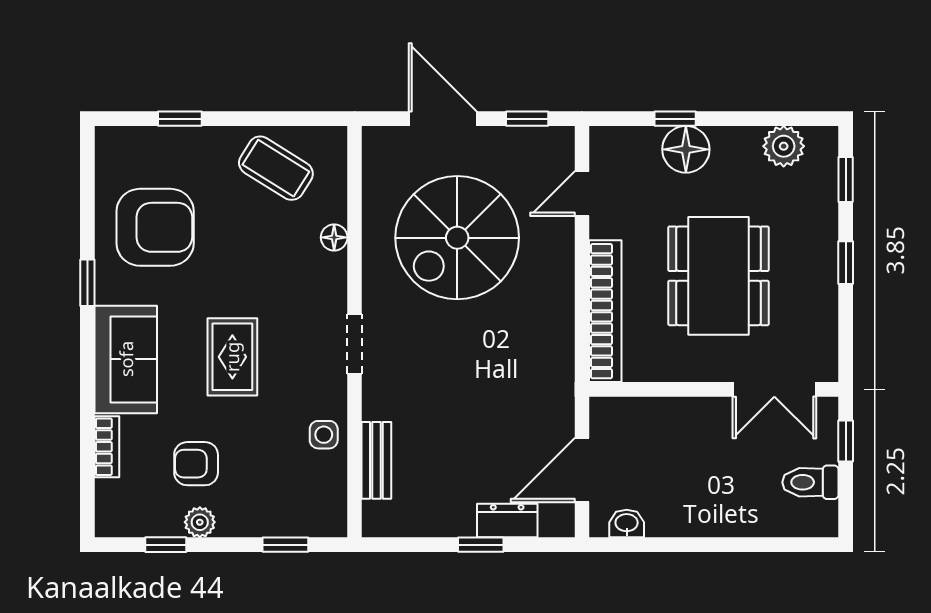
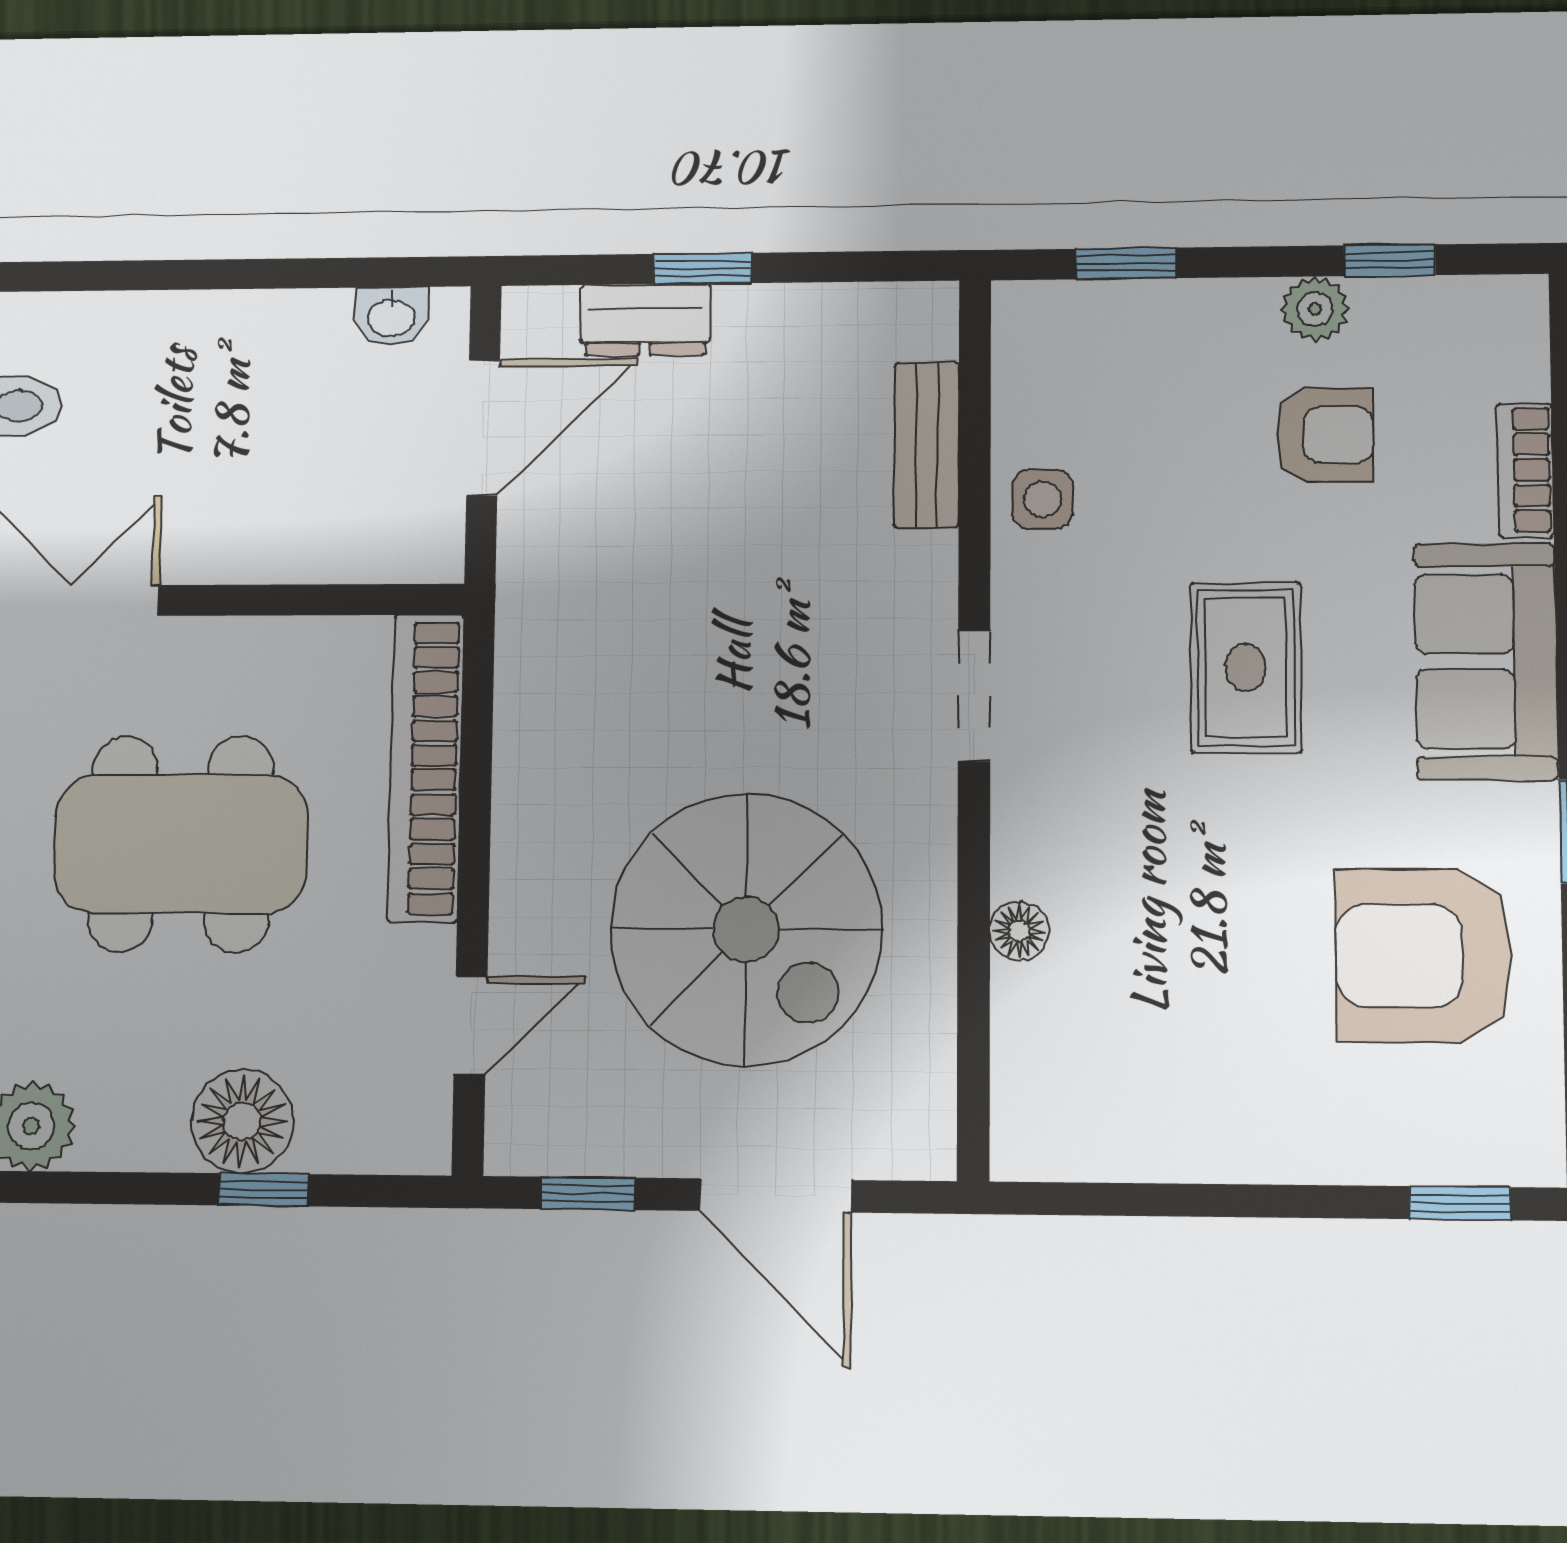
window: (180, 119) -> (1460, 1203), moved
coffee table: (276, 168) -> (1150, 1087), removed
spiral stairs: (457, 238) -> (746, 929), turned 90
dining table: (718, 276) -> (181, 844), turned 90

